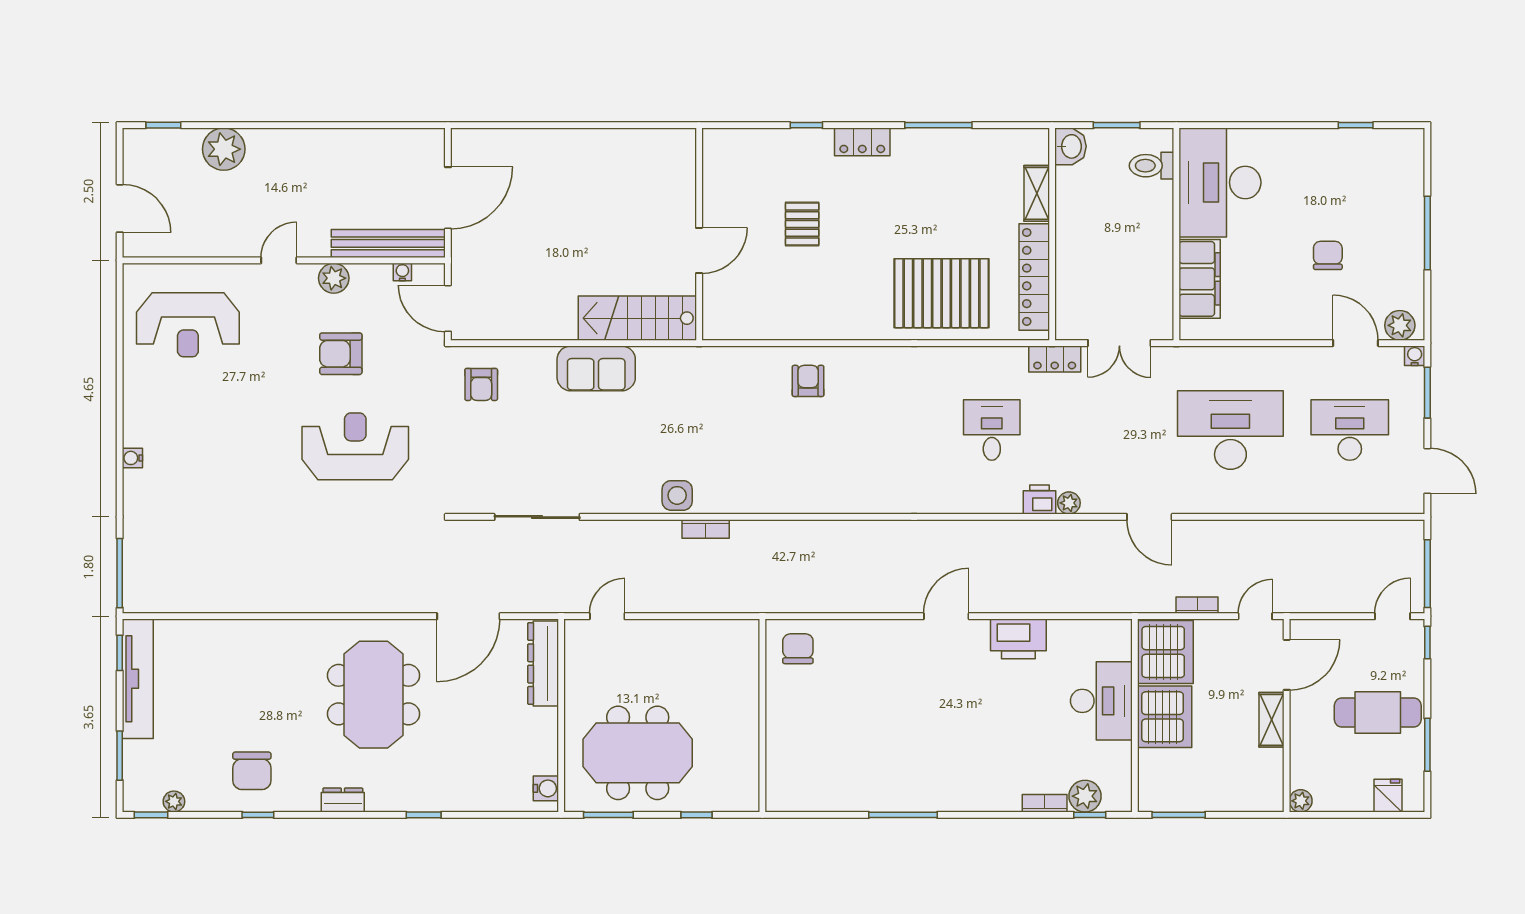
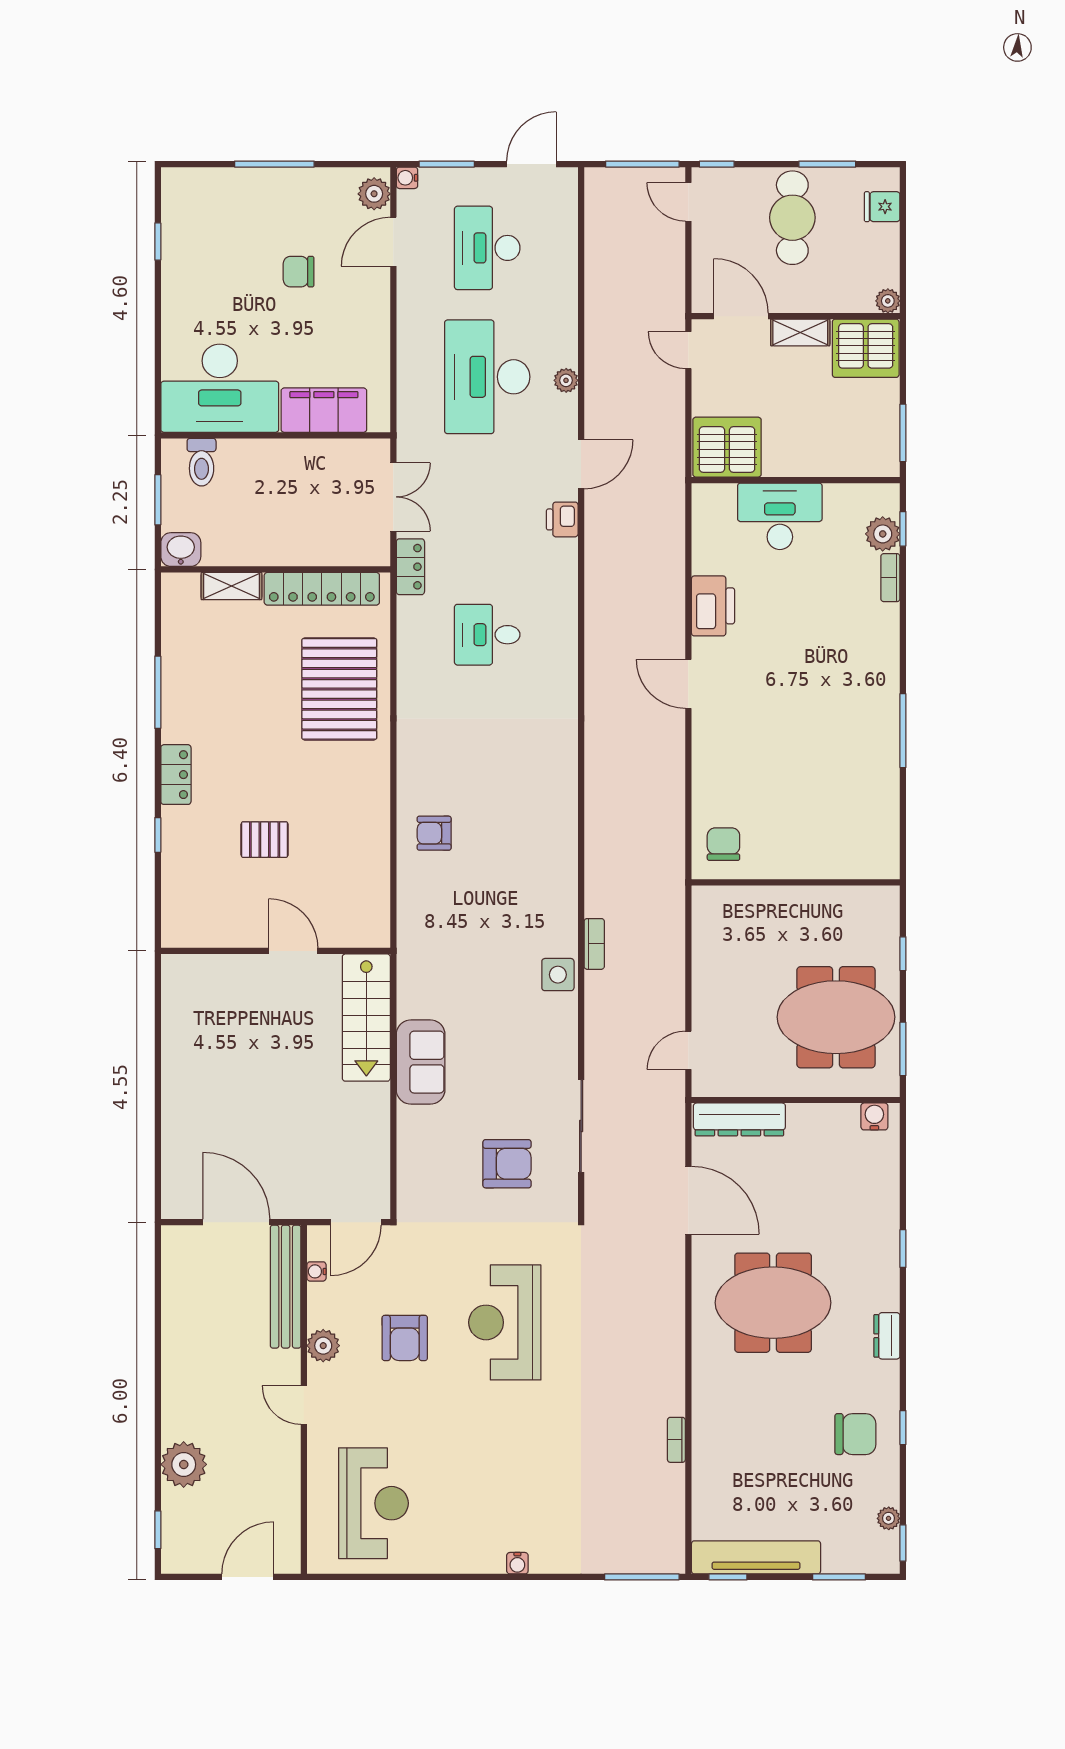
armchair: (481, 384) -> (507, 1164), moved, width x1.38, depth x1.38
printer: (1039, 500) -> (562, 519), moved
plant: (1069, 503) -> (566, 380), moved
bookcase: (1197, 605) -> (676, 1440), moved
door: (607, 616) -> (688, 1050), hinge flipped
chair: (798, 649) -> (723, 844), turned 90
server rack: (1165, 717) -> (866, 348), moved, turned 180
meeting table: (638, 753) -> (836, 1017), turned 90

